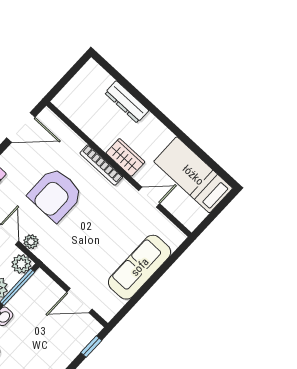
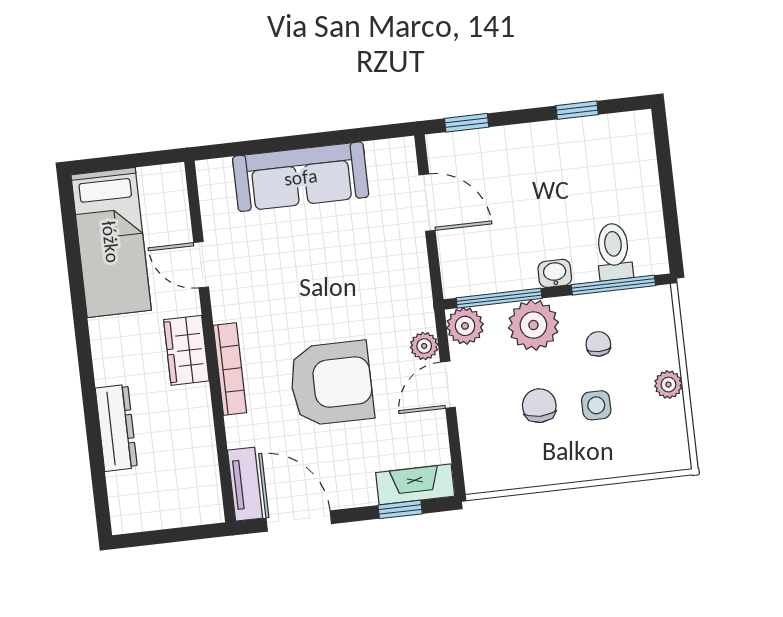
tv unit: (55, 124) -> (245, 484), added

